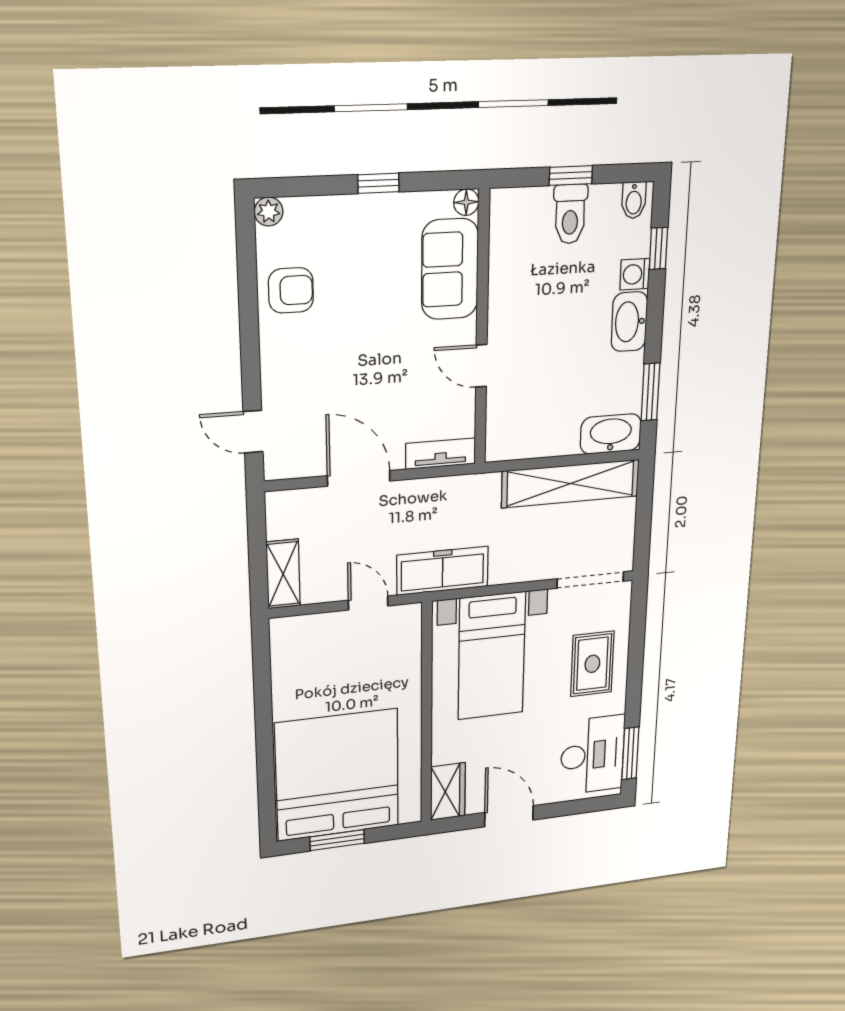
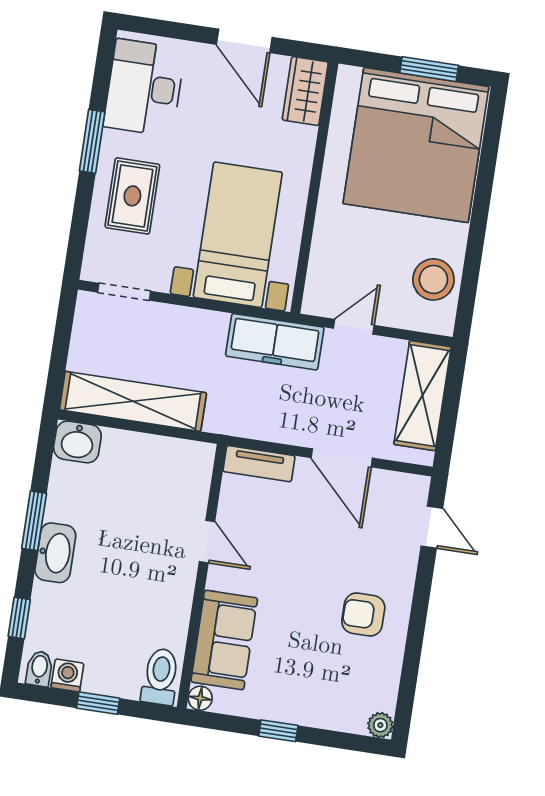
toilet: (570, 214) -> (160, 677), moved
washing machine: (635, 274) -> (67, 675), moved, turned -90
armchair: (291, 290) -> (363, 615), moved
window: (650, 392) -> (34, 521), moved
washbasin: (611, 434) -> (77, 442), width x0.72
shelving: (283, 574) -> (422, 396), width x1.50, depth x1.33
doorway: (590, 580) -> (124, 292), width x0.73
door: (368, 603) -> (354, 327), swing flipped
stool: (298, 665) -> (433, 279), added
window: (630, 753) -> (92, 141), moved

